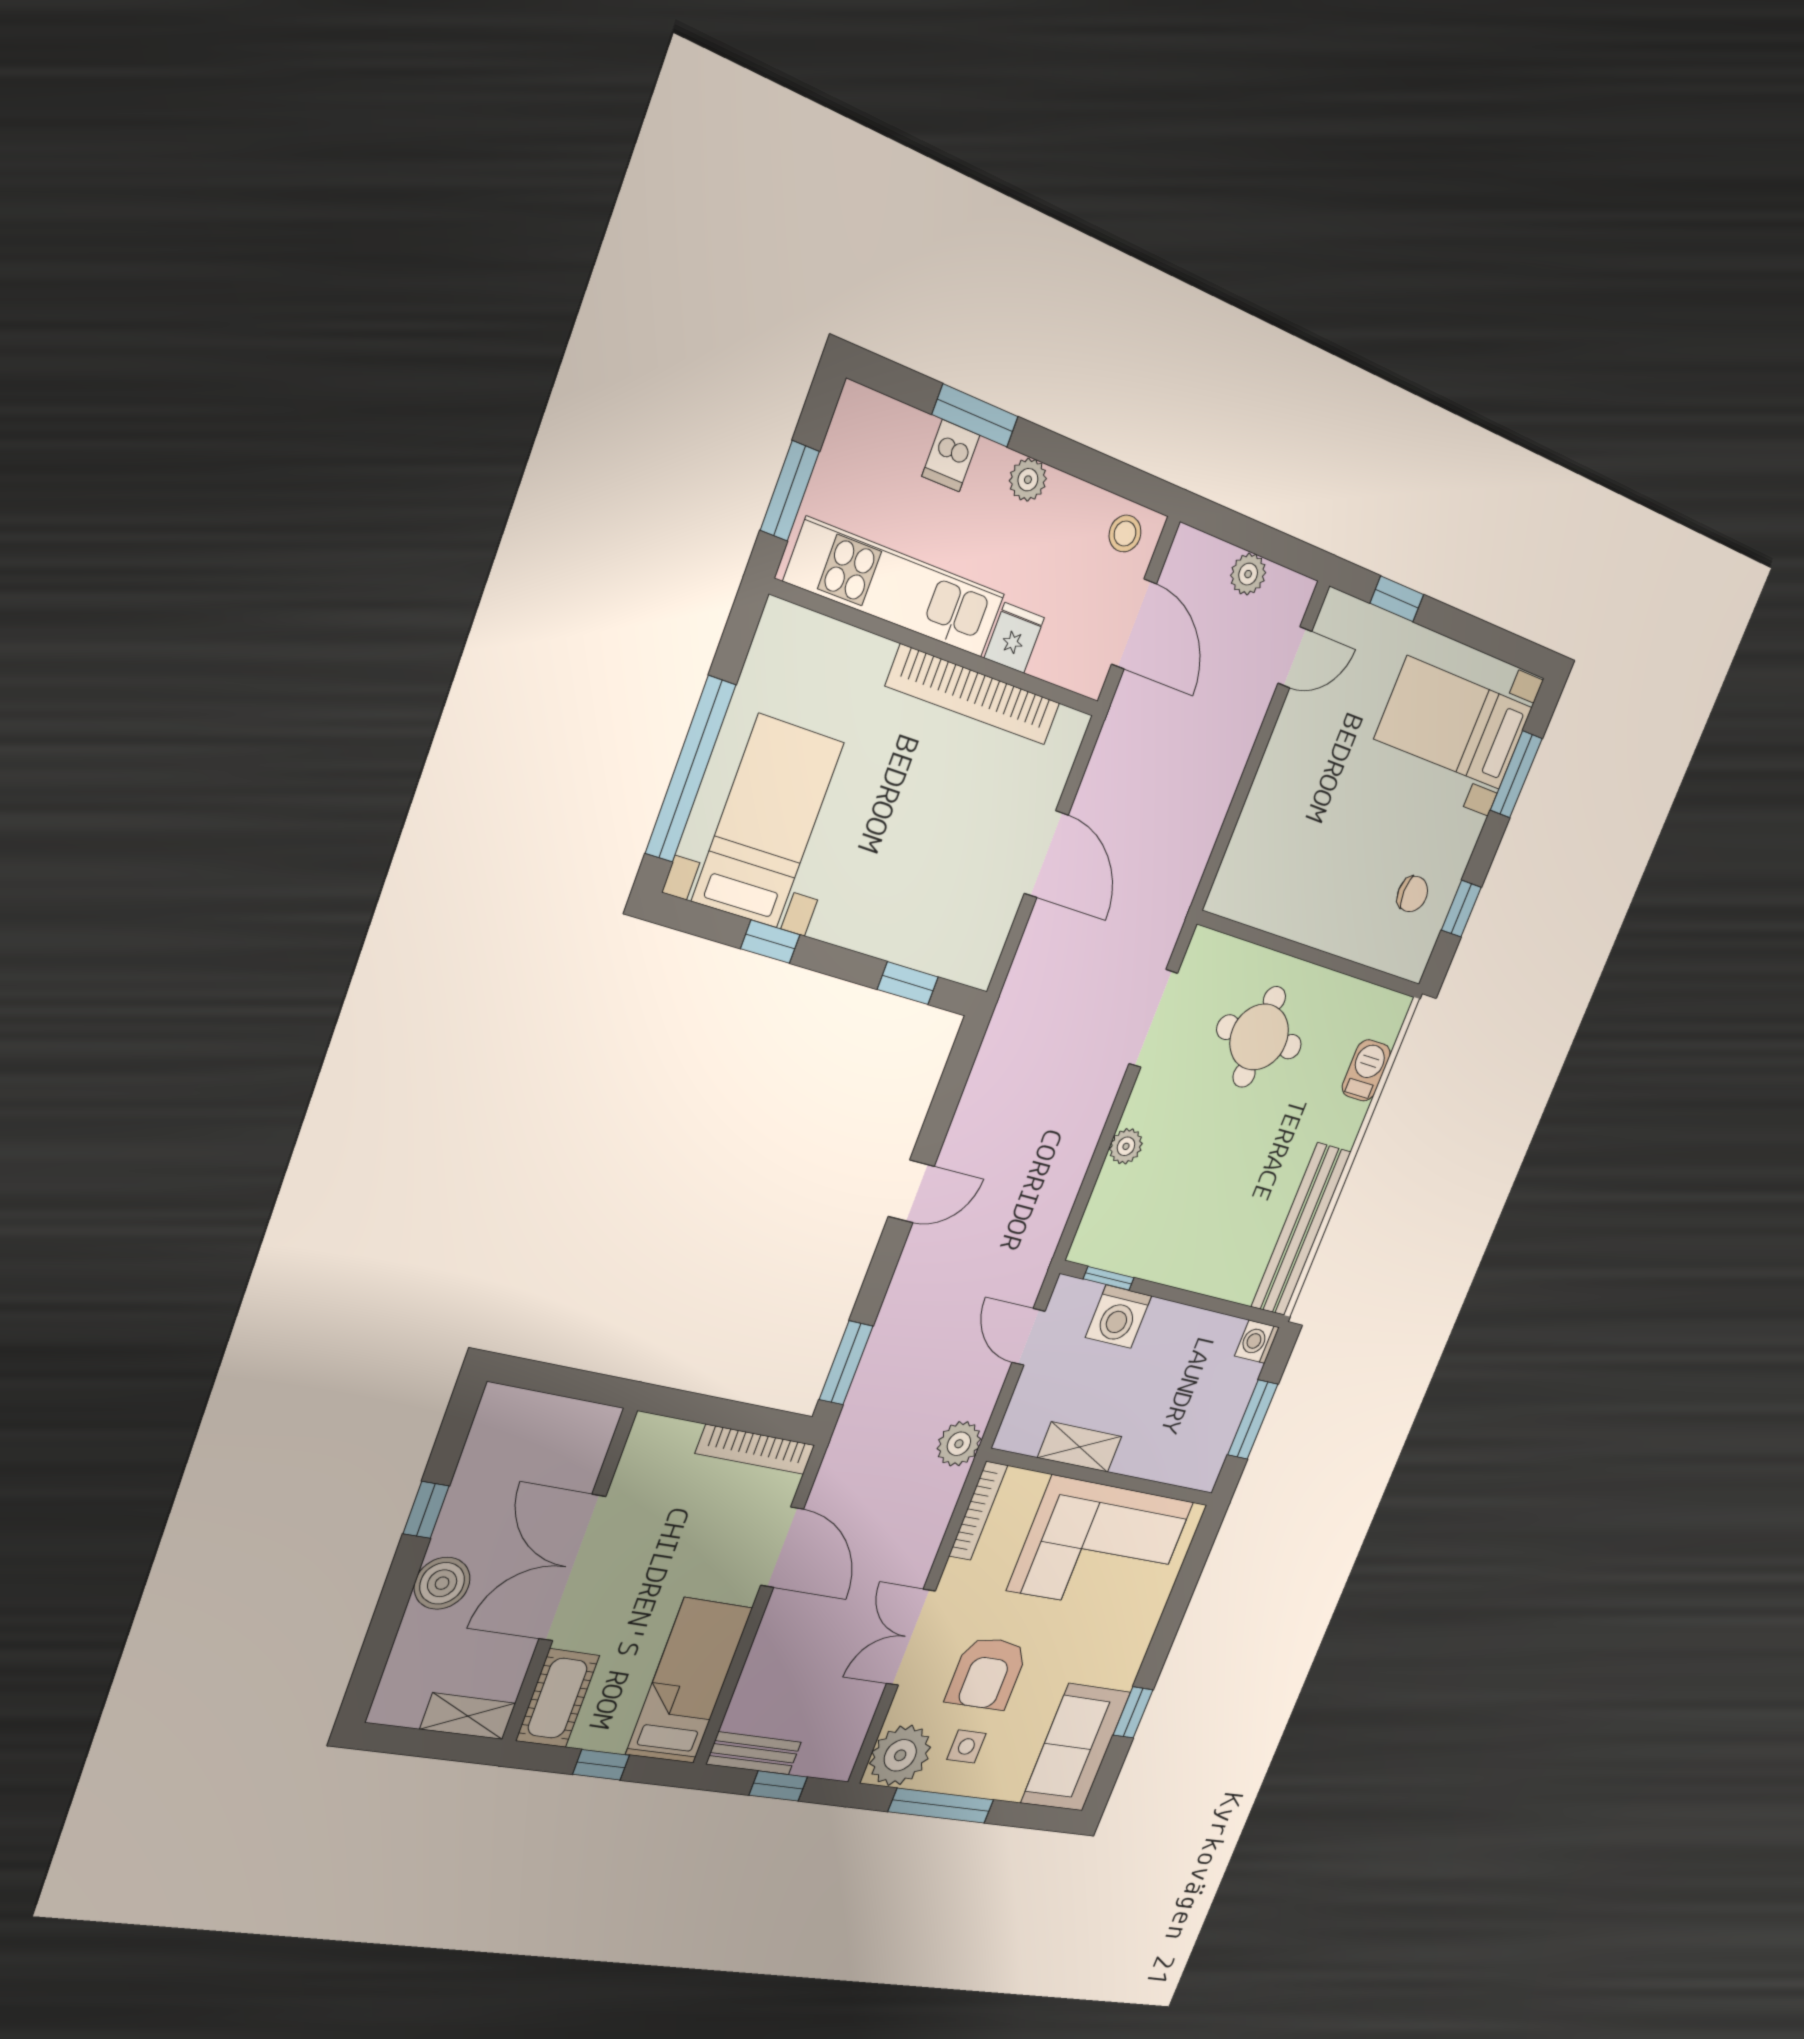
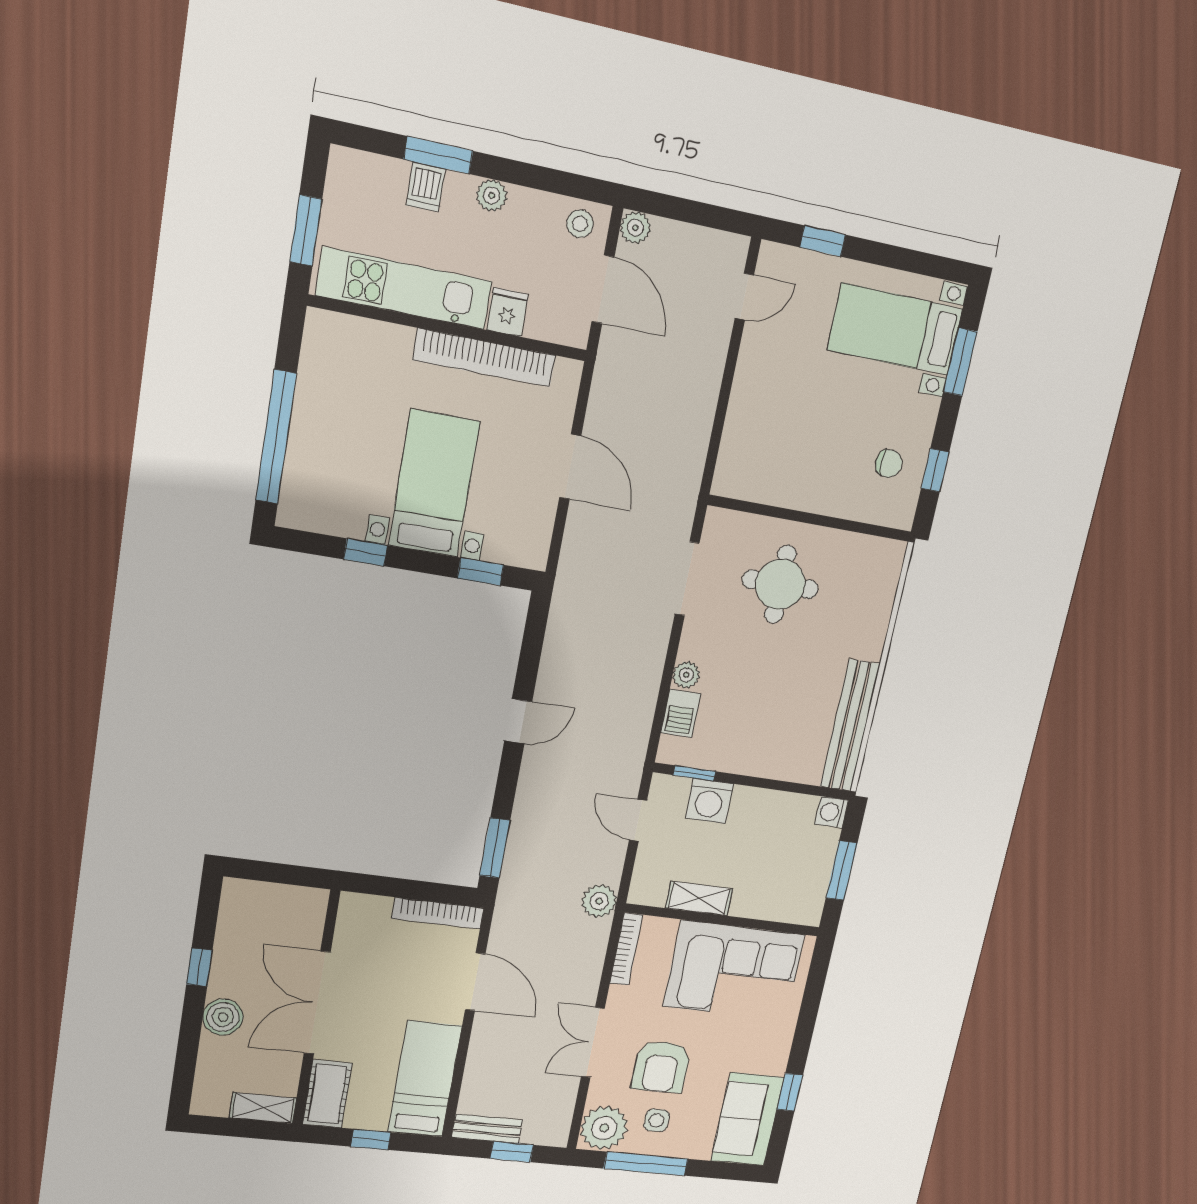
plant: (1248, 574) -> (635, 228), moved
bed with nightstands: (768, 822) -> (434, 484), moved
barbecue: (1366, 1070) -> (681, 713), moved, turned 180

